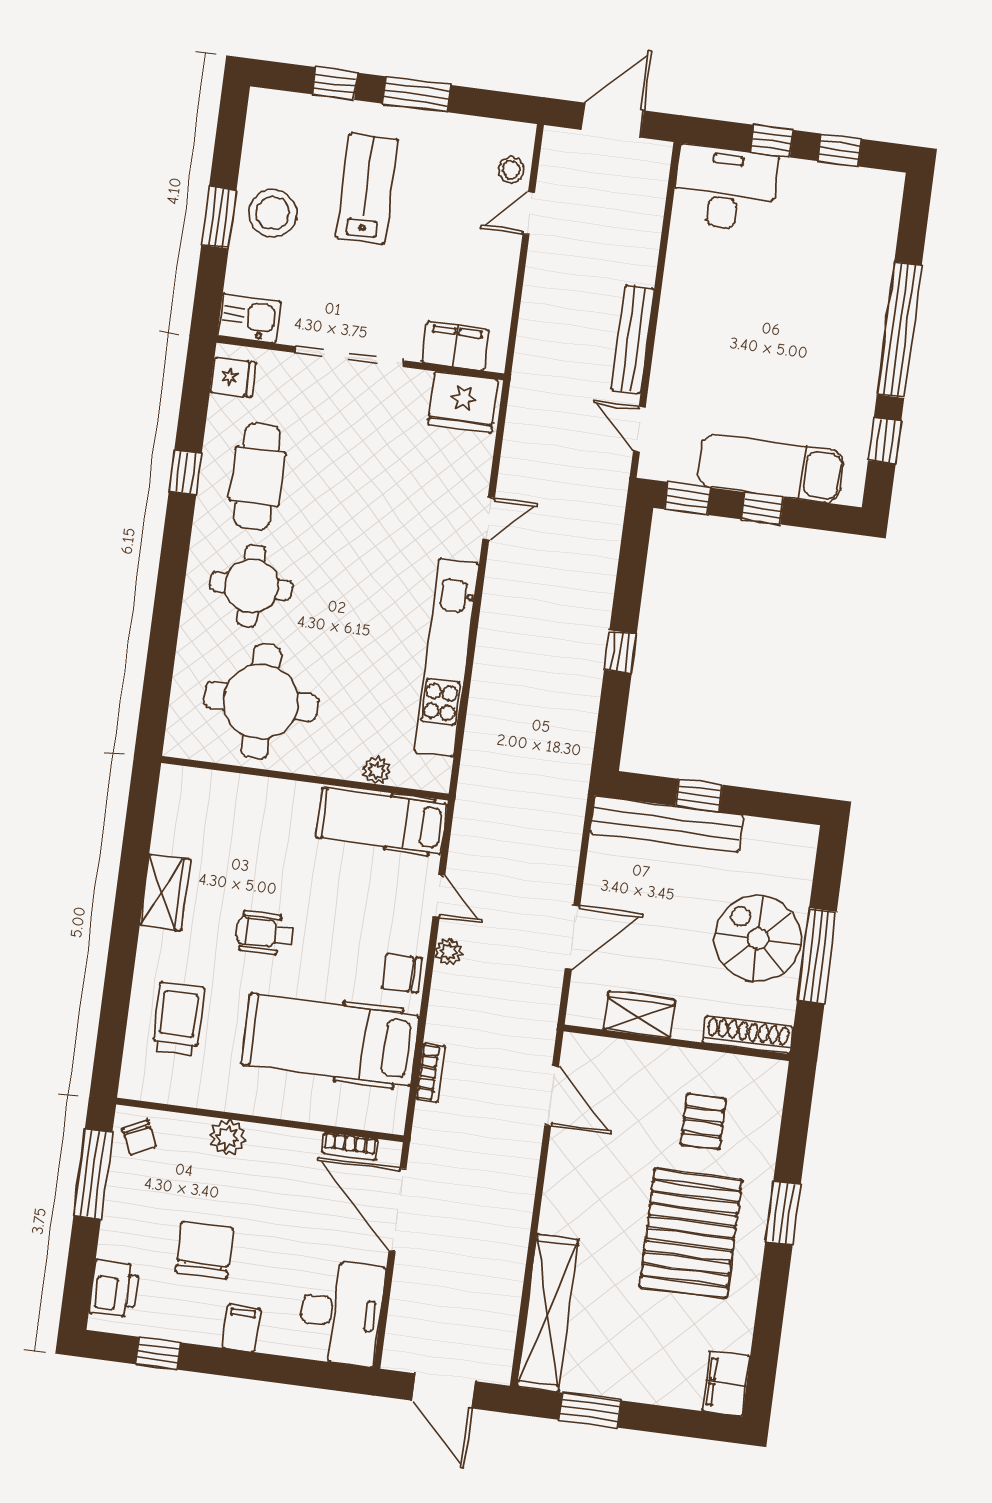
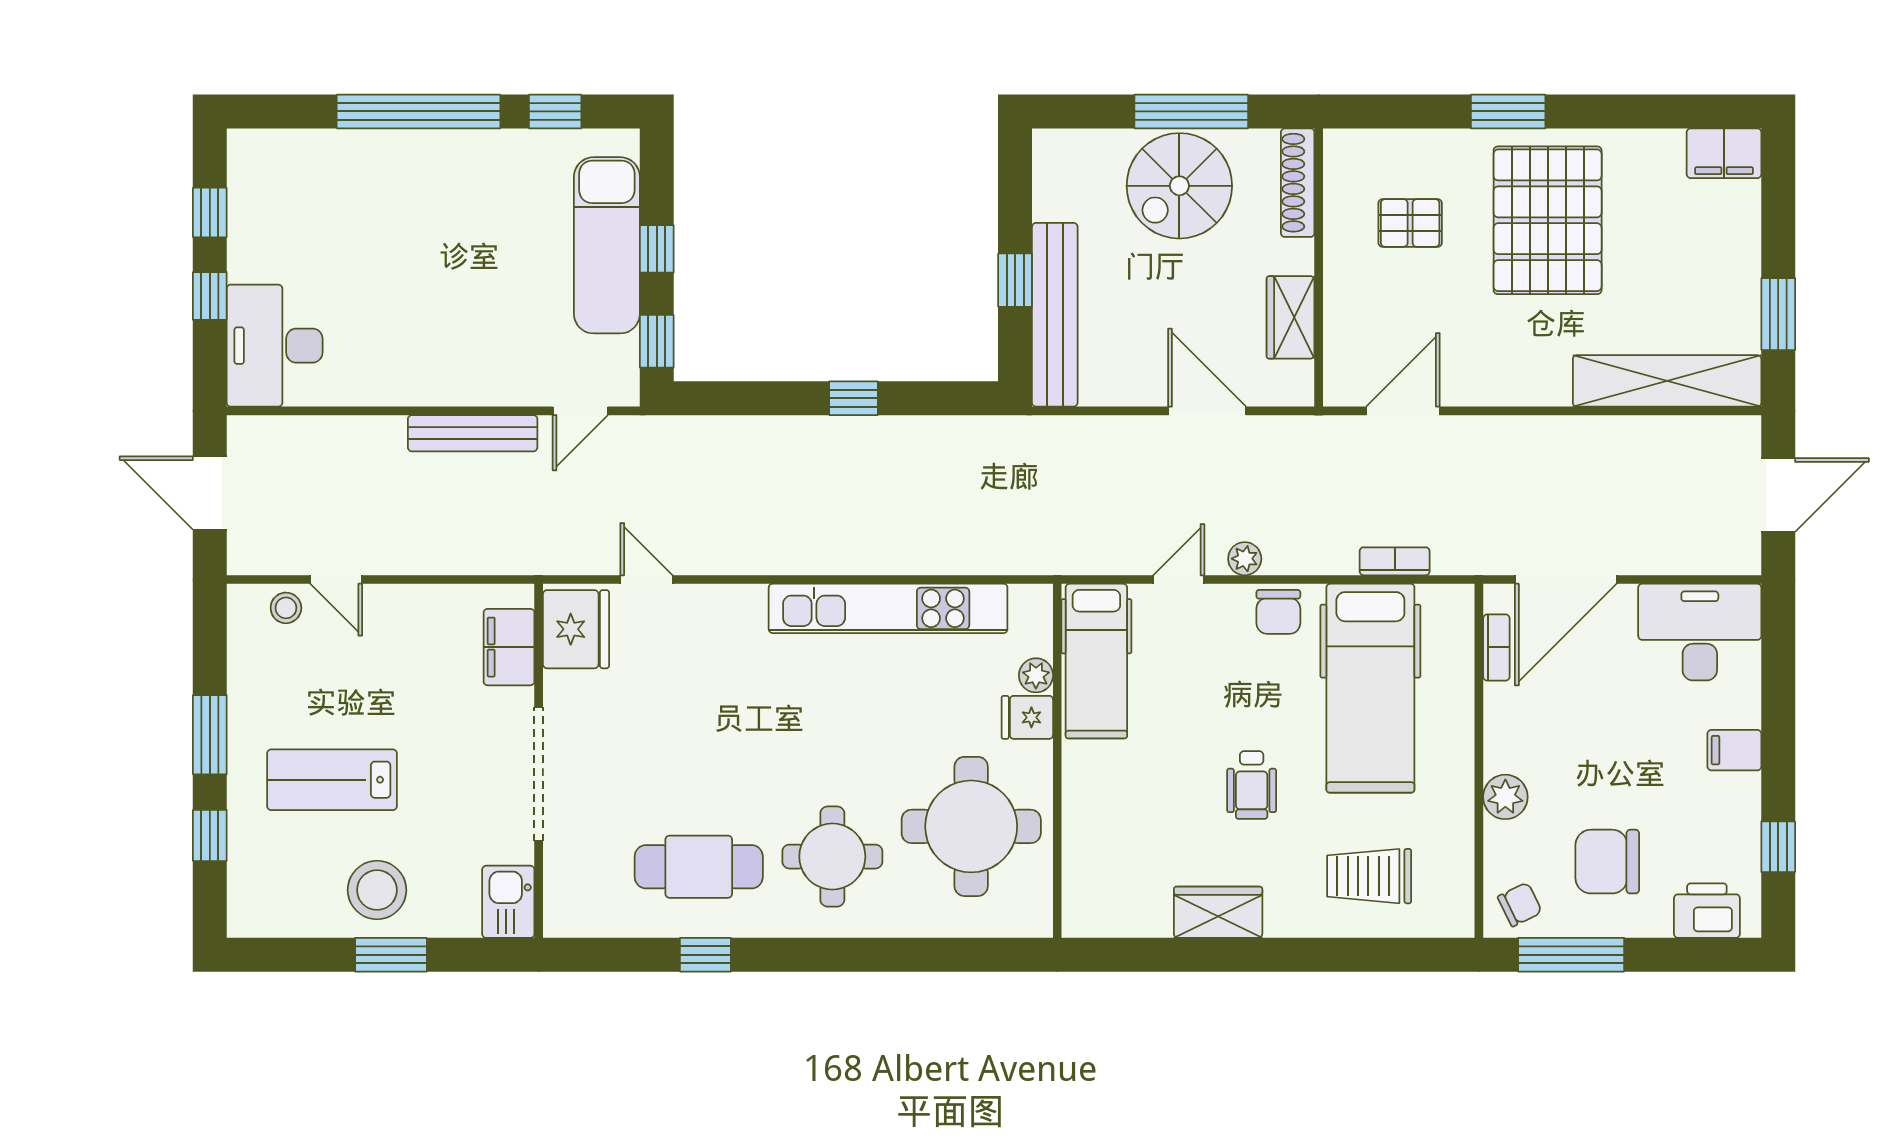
fridge: (233, 377) -> (1027, 717), moved, turned -90
door: (489, 519) -> (646, 579), moved
pallet: (691, 1233) -> (1548, 220), turned 90
chair: (204, 1250) -> (1607, 862), moved

